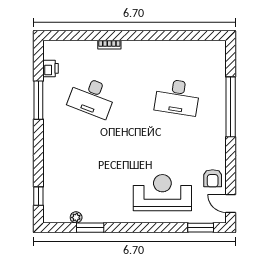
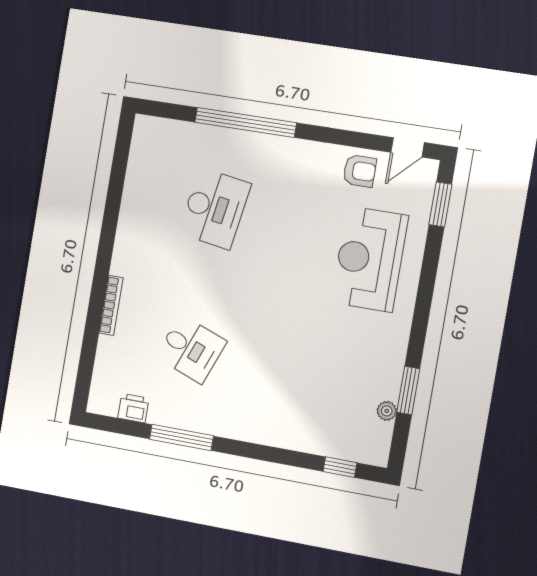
bookcase: (109, 45) -> (111, 305), width x1.56
desk: (92, 97) -> (191, 349), width x0.73

